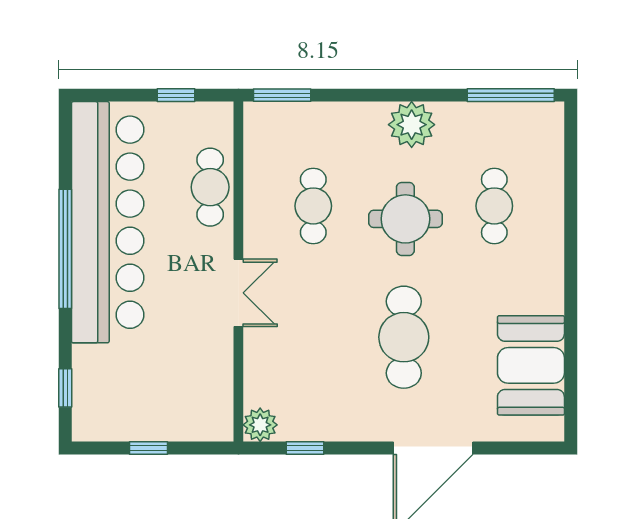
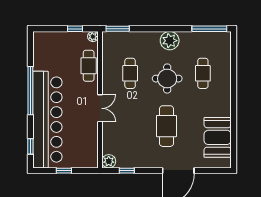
plant: (221, 114) -> (93, 37), added
bar counter: (108, 222) -> (47, 120), moved

